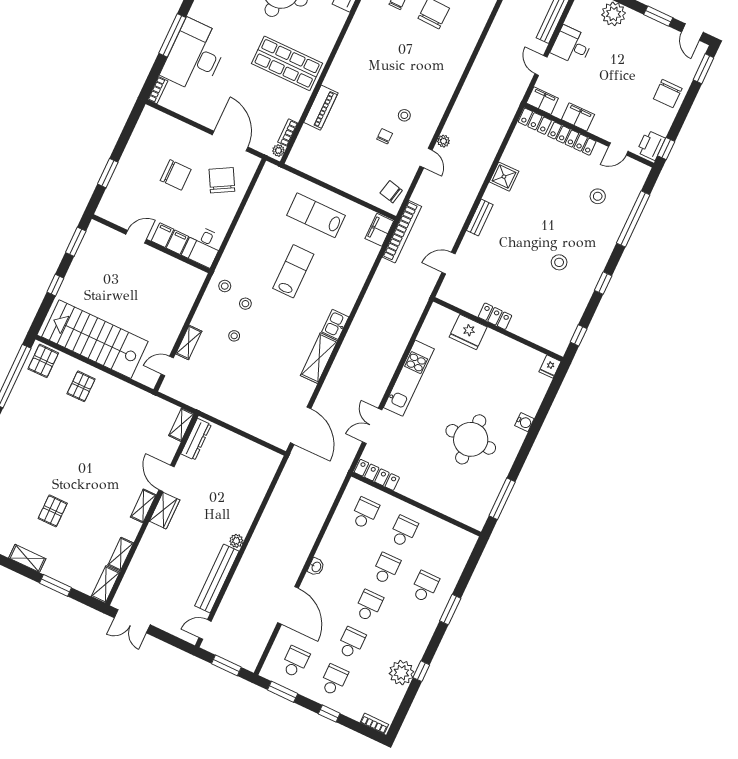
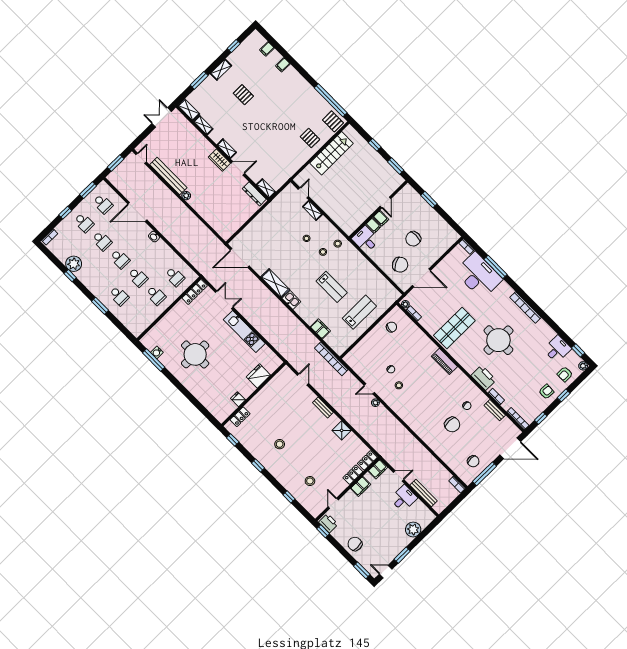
piano: (321, 108) -> (444, 361), moved
locker: (572, 139) -> (353, 475), width x0.66
chair: (391, 192) -> (391, 327), moved
window: (633, 219) -> (289, 497), width x0.32
filing cabinet: (379, 230) -> (320, 329), moved
locker: (495, 316) -> (240, 417), moved
stairs: (95, 339) -> (332, 153), width x0.73, depth x0.66
fridge: (550, 367) -> (238, 399), moved
water cooler: (524, 422) -> (157, 352), moved

